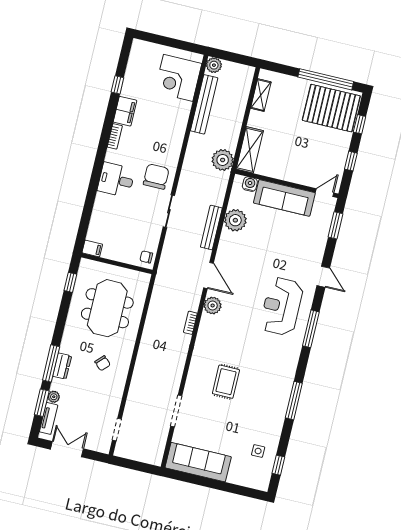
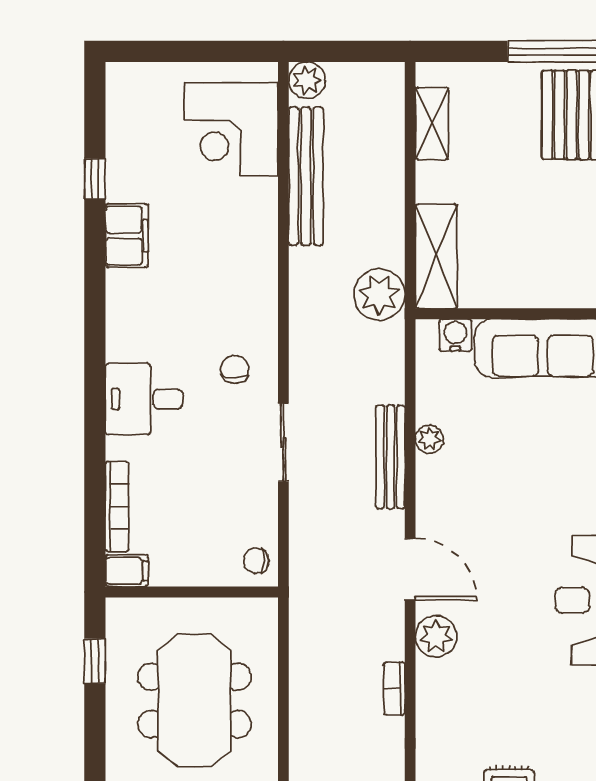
bookcase: (115, 136) -> (117, 507), moved, width x1.56
chair: (156, 176) -> (235, 369), width x0.54, depth x0.54
plant: (235, 220) -> (430, 439), width x0.53, depth x0.53

